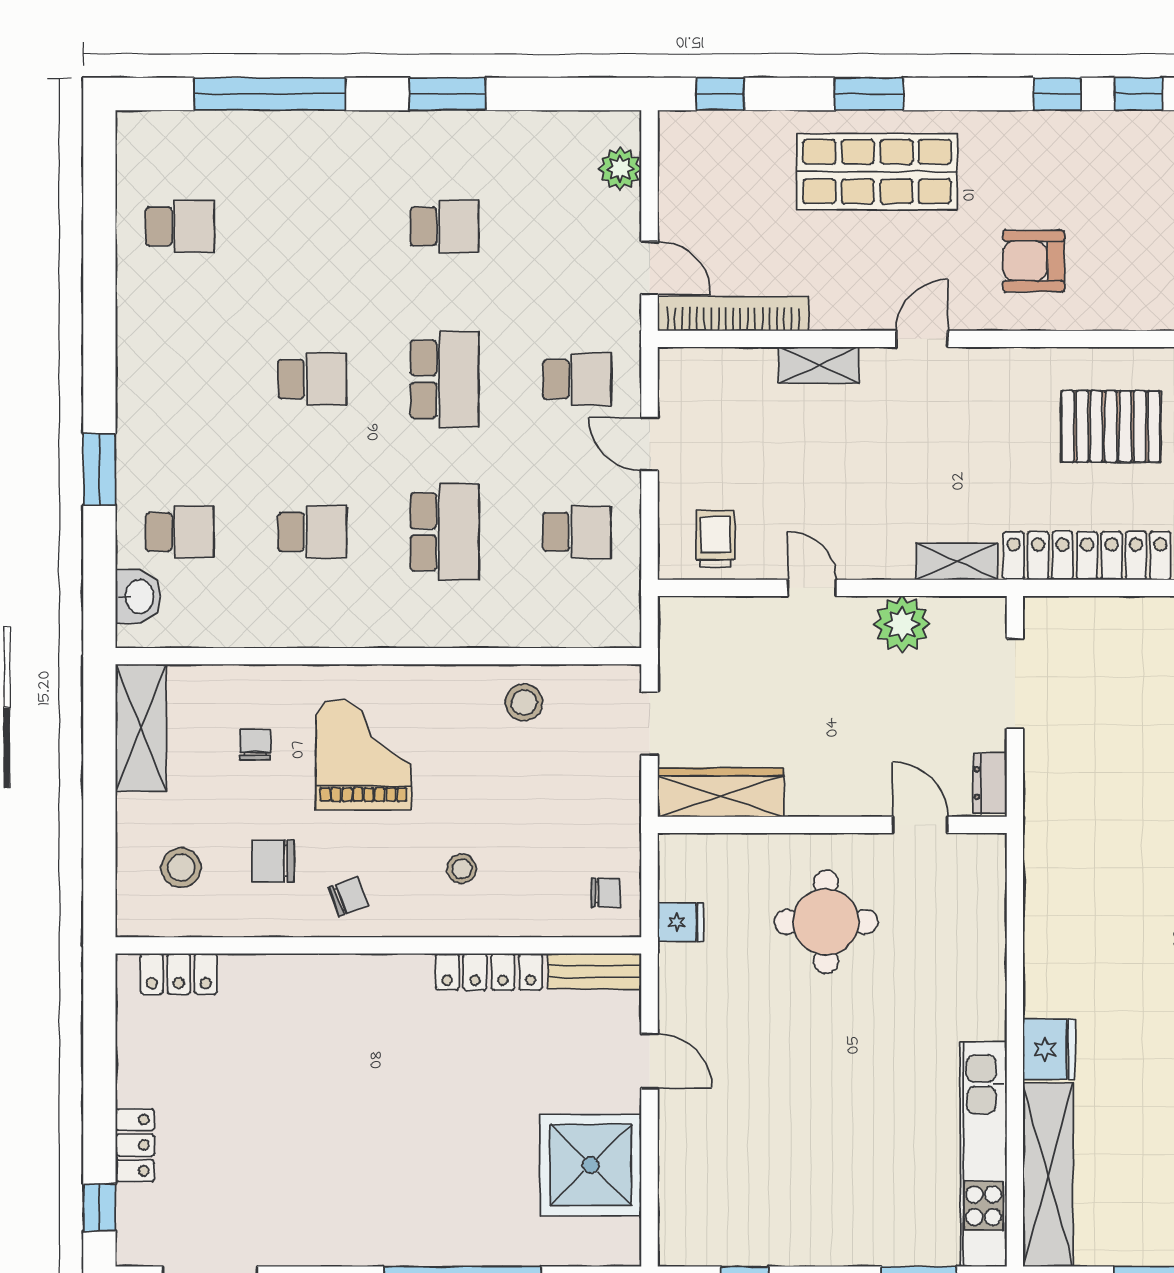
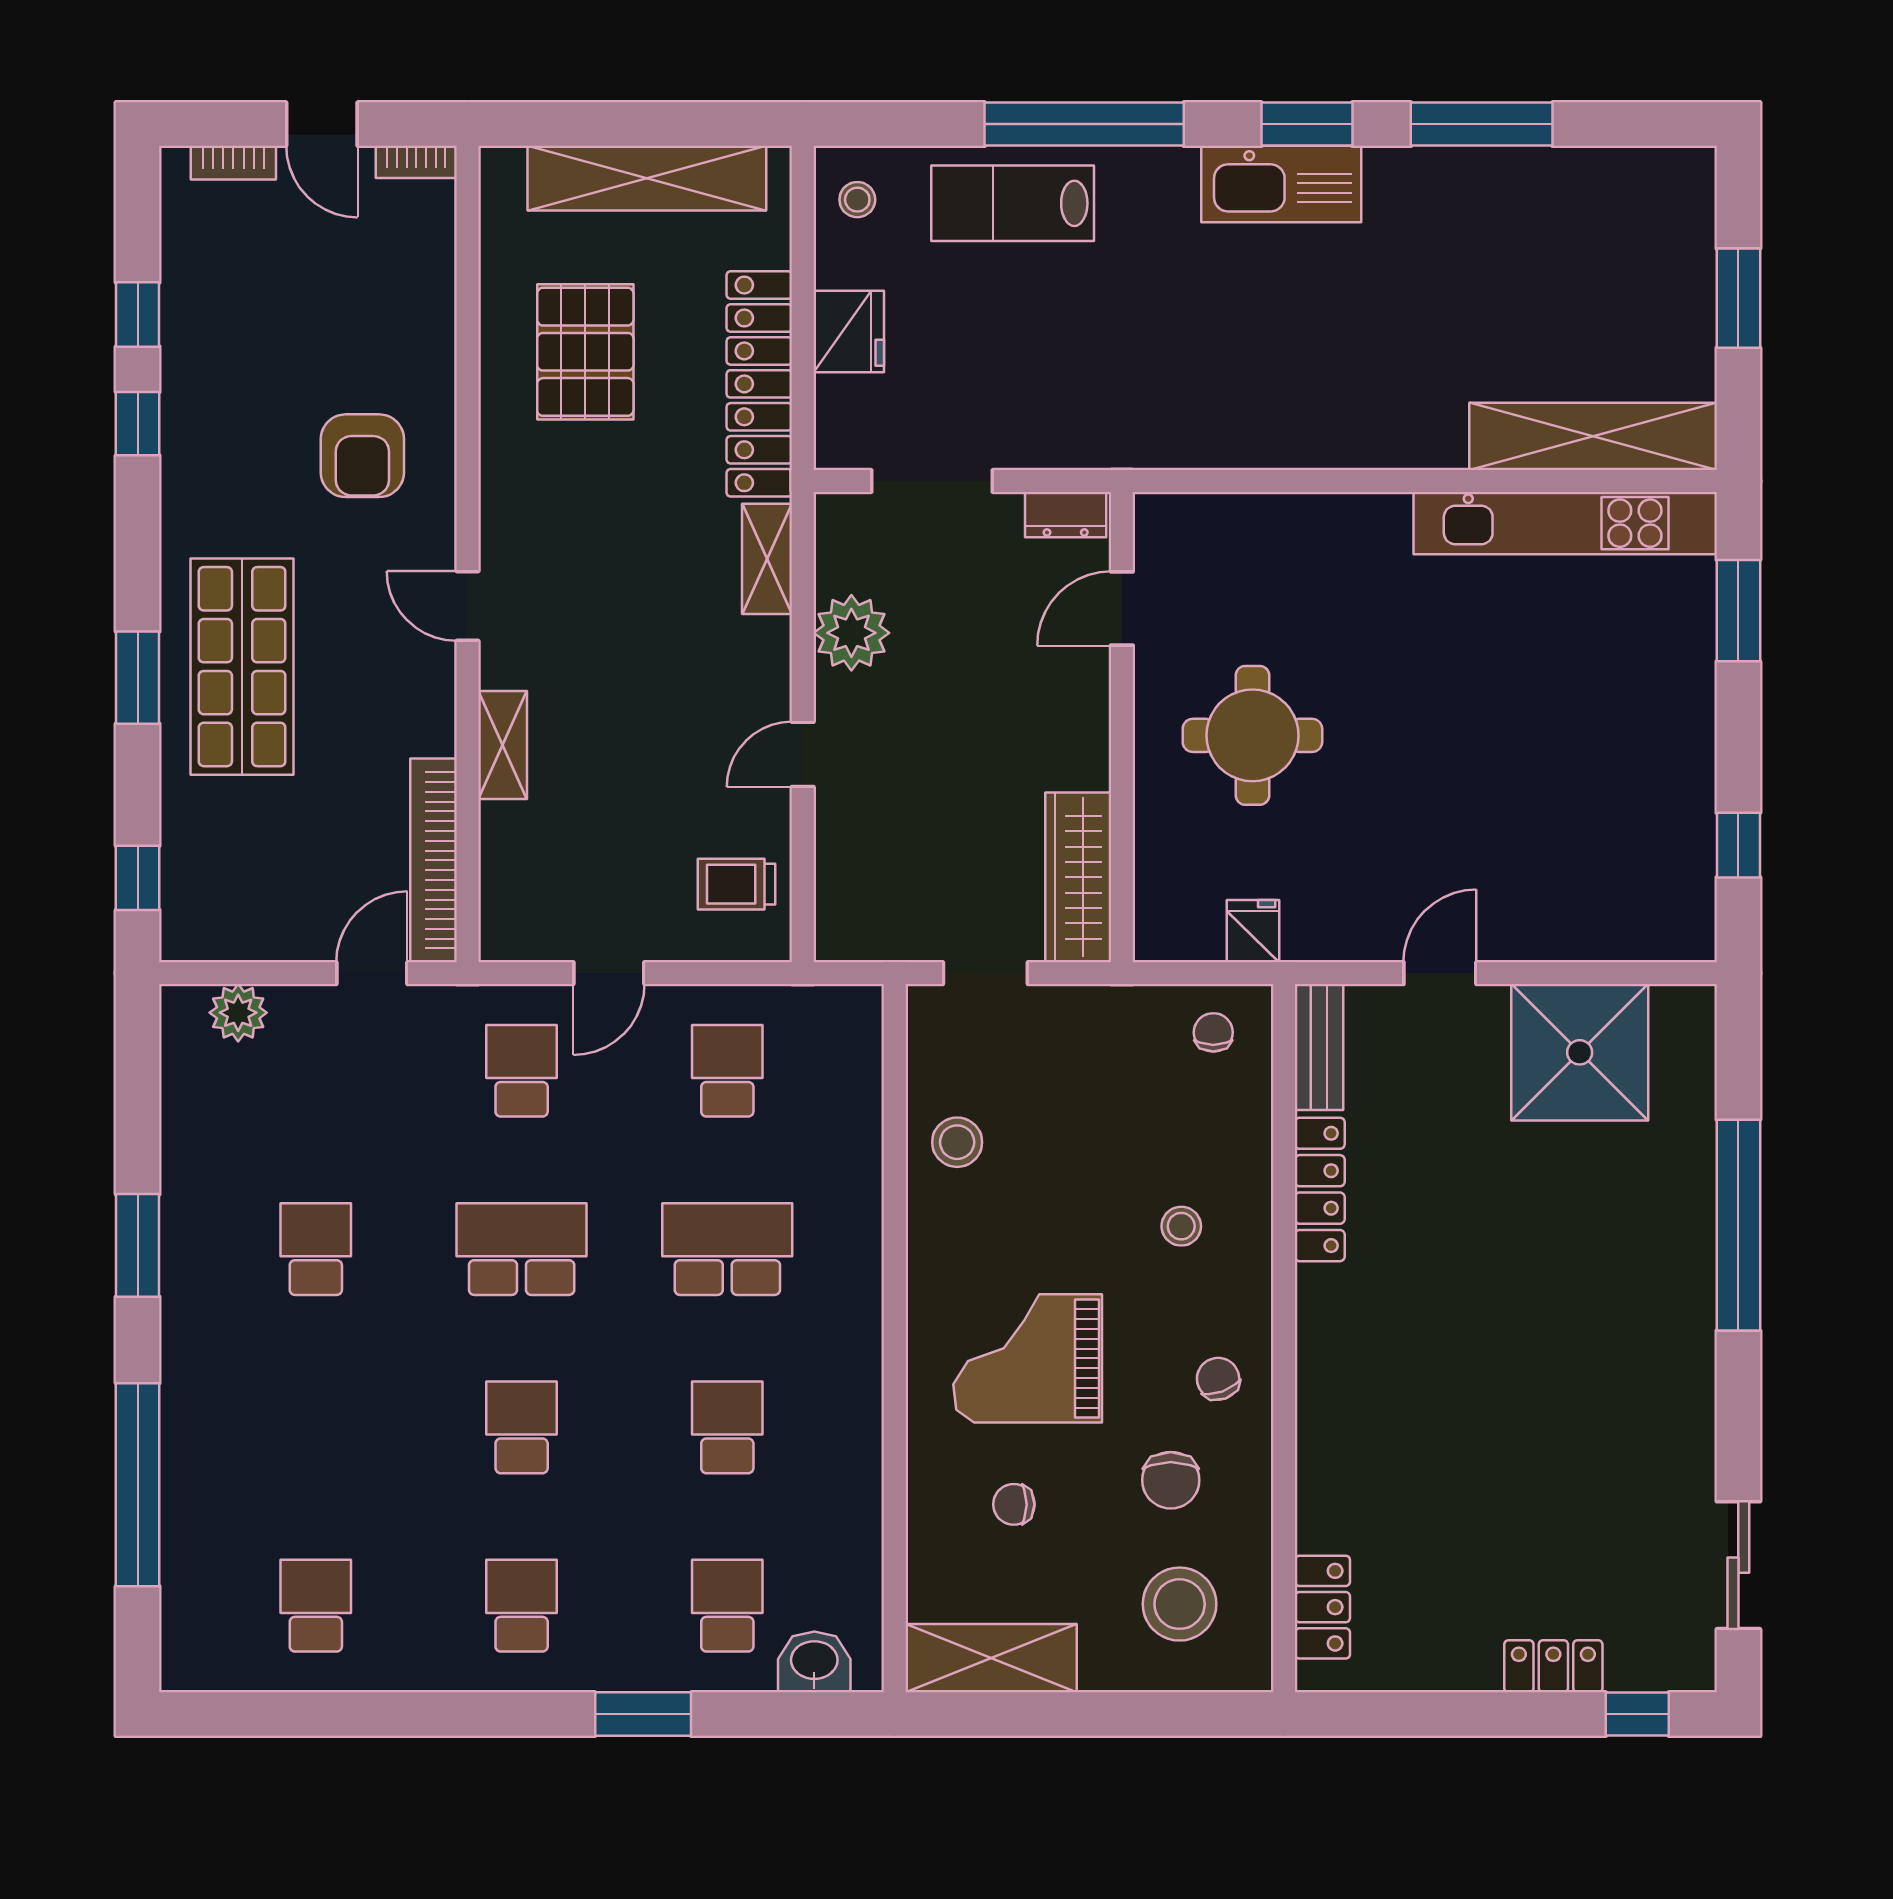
school desk: (180, 379) -> (522, 1606), added
stool: (181, 868) -> (1180, 1604), width x1.38, depth x1.38
fridge: (1049, 1049) -> (849, 332), moved, turned 90

